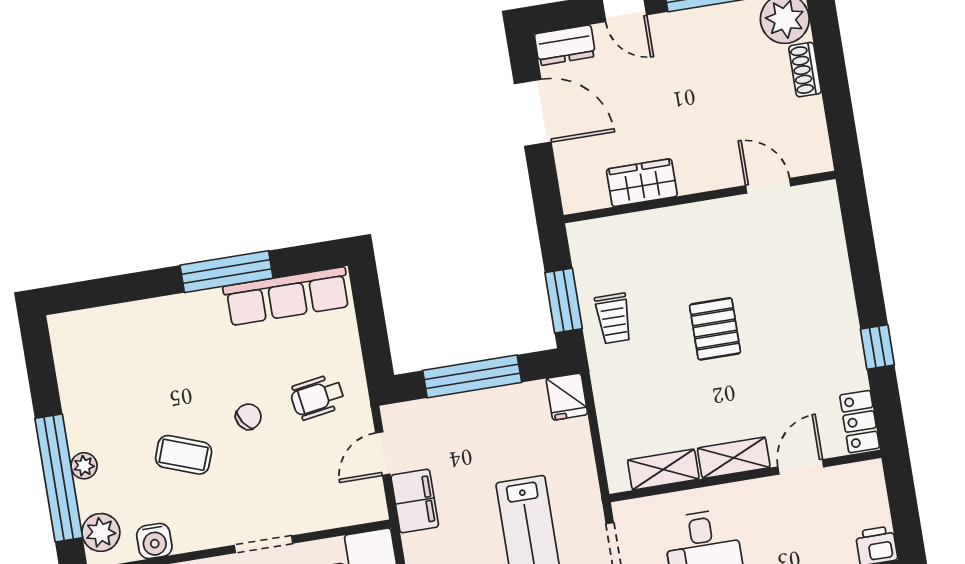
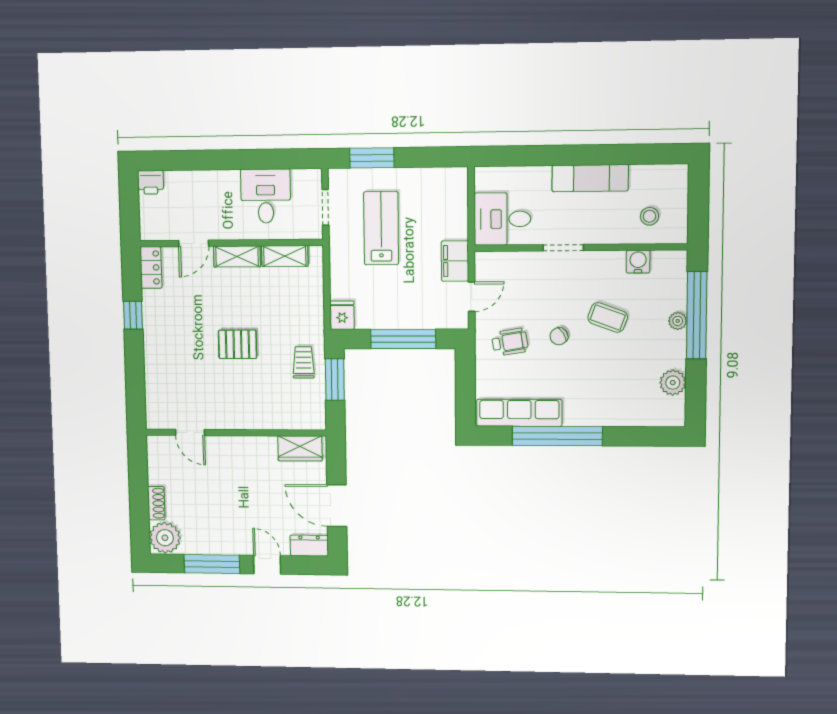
wardrobe: (642, 183) -> (300, 448), moved
window: (227, 272) -> (557, 436), width x1.46
pallet: (715, 329) -> (238, 344), turned 90
plant: (101, 532) -> (673, 383), moved

